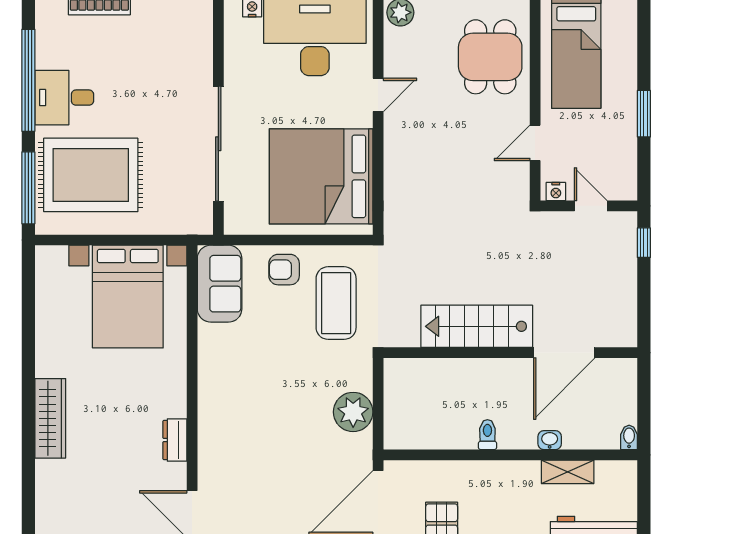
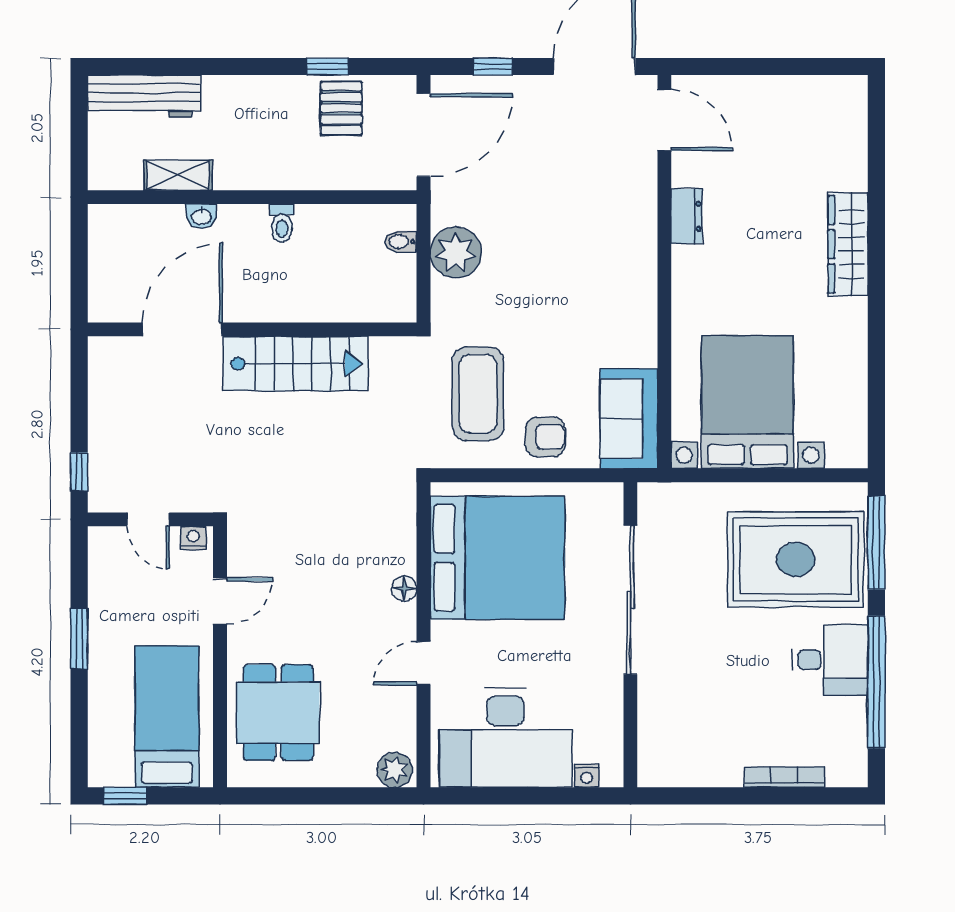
floor lamp: (393, 153) -> (404, 588), added
bidet: (629, 437) -> (401, 242), moved, turned 90

